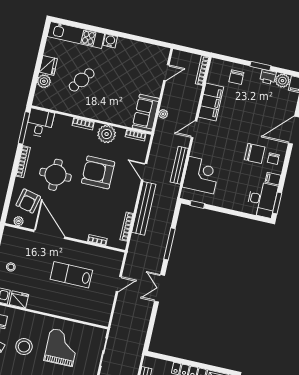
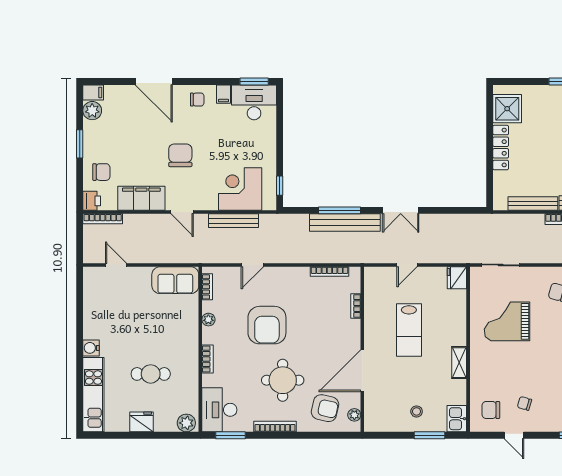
printer: (268, 77) -> (92, 201), moved
cafe table: (82, 80) -> (151, 374), turned -37
plant: (44, 81) -> (186, 423), moved
plant: (163, 114) -> (171, 257), removed
desk: (40, 123) -> (219, 410), width x1.37
window: (24, 128) -> (231, 435), width x0.69
plant: (107, 134) -> (208, 320), width x0.53, depth x0.53
chair: (255, 153) -> (180, 155), moved
bench: (144, 208) -> (345, 223), moved
door: (119, 284) -> (407, 265), swing flipped
fridge: (19, 300) -> (457, 278), moved
shelving: (39, 306) -> (459, 363), added
stool: (24, 347) -> (517, 371), removed

